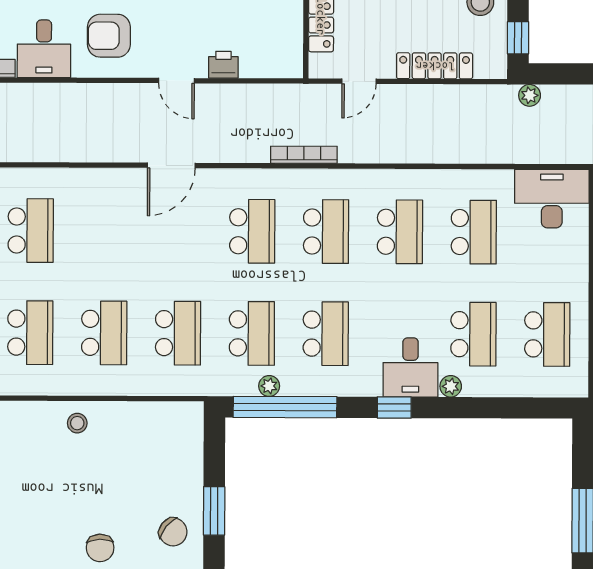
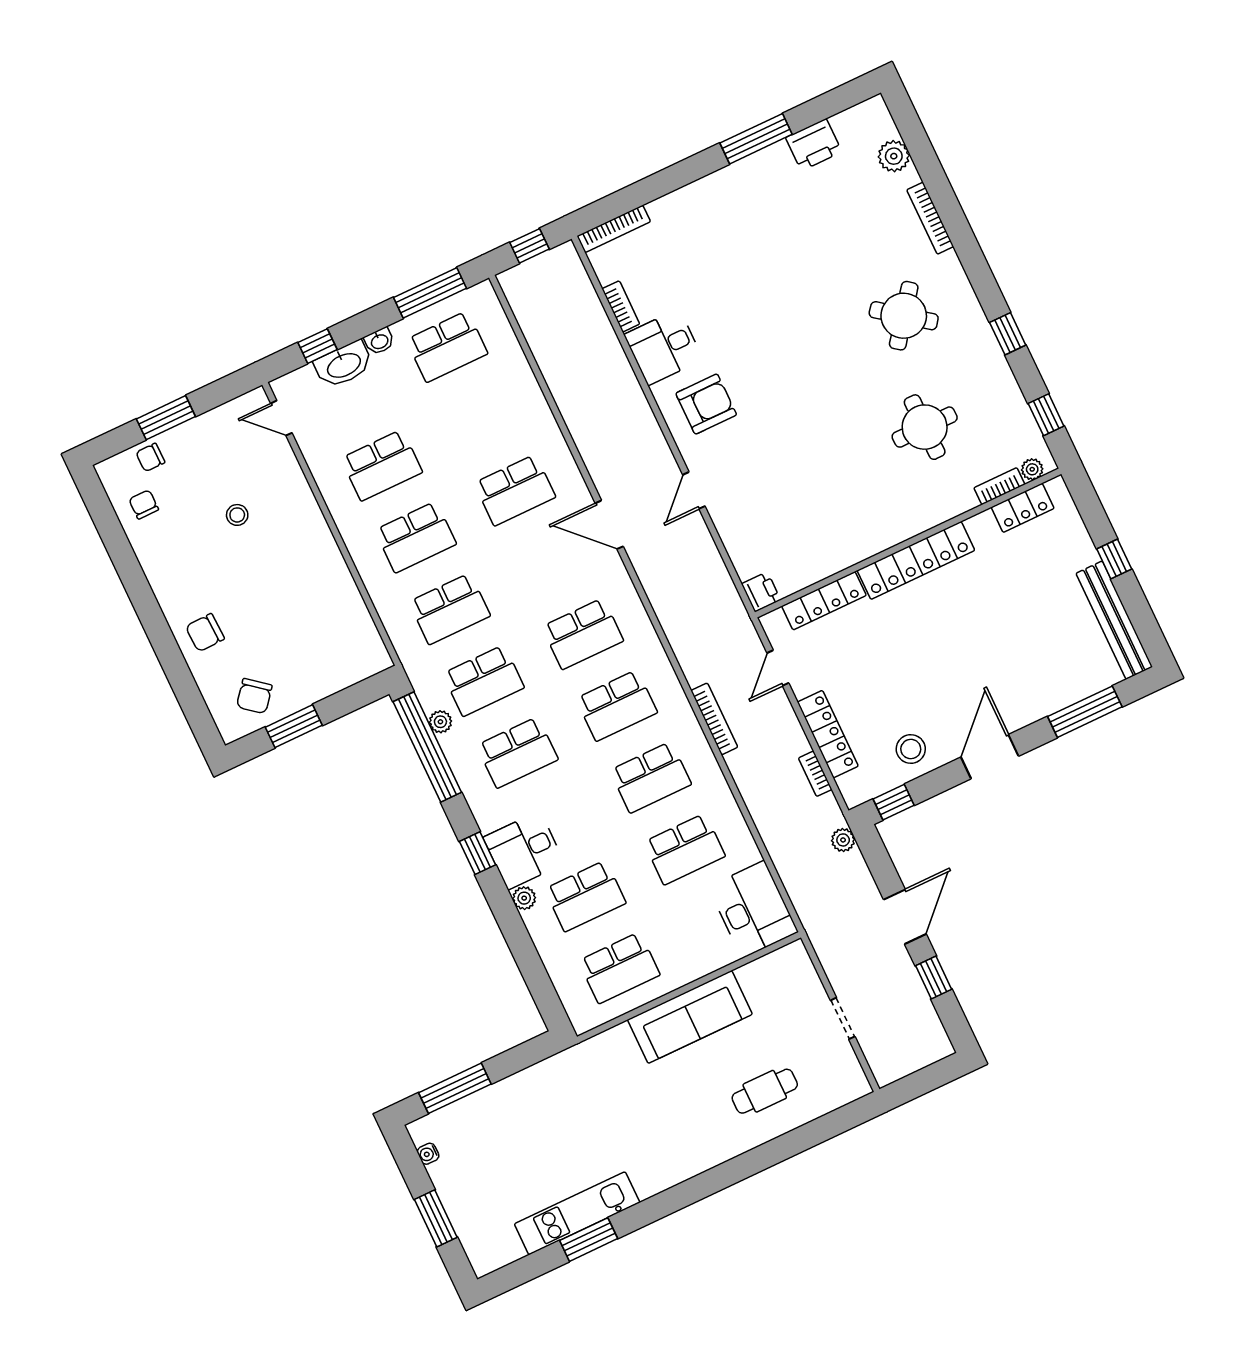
armchair: (109, 36) -> (706, 404), turned 90
printer: (223, 65) -> (761, 592), moved
door: (359, 81) -> (778, 668), hinge flipped
bookcase: (463, 92) -> (815, 774), added
bookcase: (304, 155) -> (714, 719), moved
school desk: (31, 231) -> (515, 490), moved
stool: (77, 423) -> (237, 515), moved

